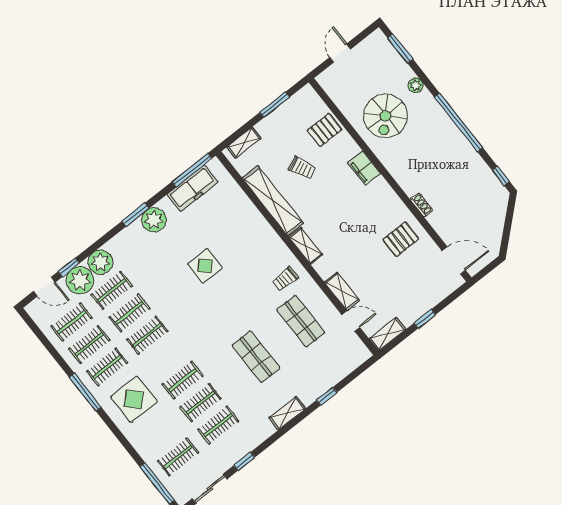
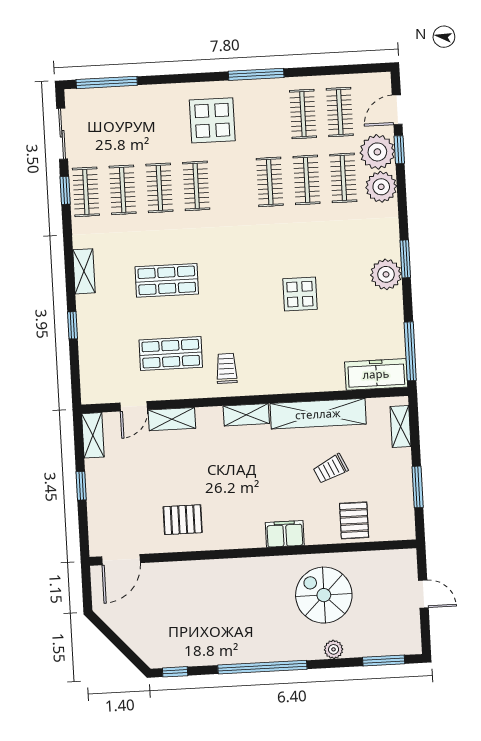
freezer: (192, 188) -> (376, 374), moved, turned 90
shoe rack: (421, 205) -> (203, 567), removed
pallet: (401, 239) -> (183, 520), turned 90
clothes rail: (107, 367) -> (266, 116), removed
clothes rail: (178, 457) -> (86, 192), moved

